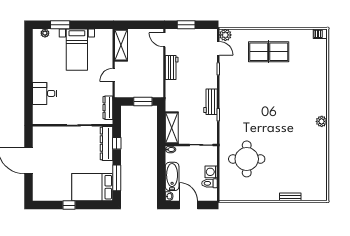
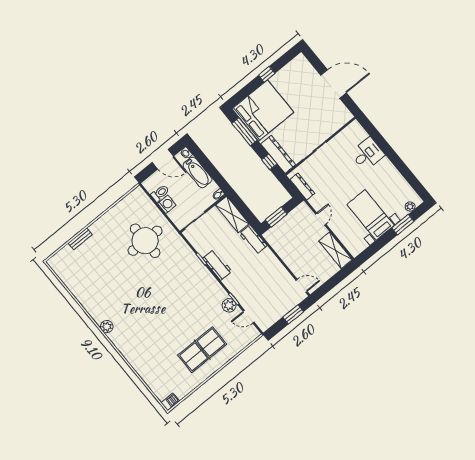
plant: (225, 35) -> (229, 305), moved
workbench: (172, 67) -> (253, 240), moved
bed: (92, 187) -> (263, 111), width x1.36

